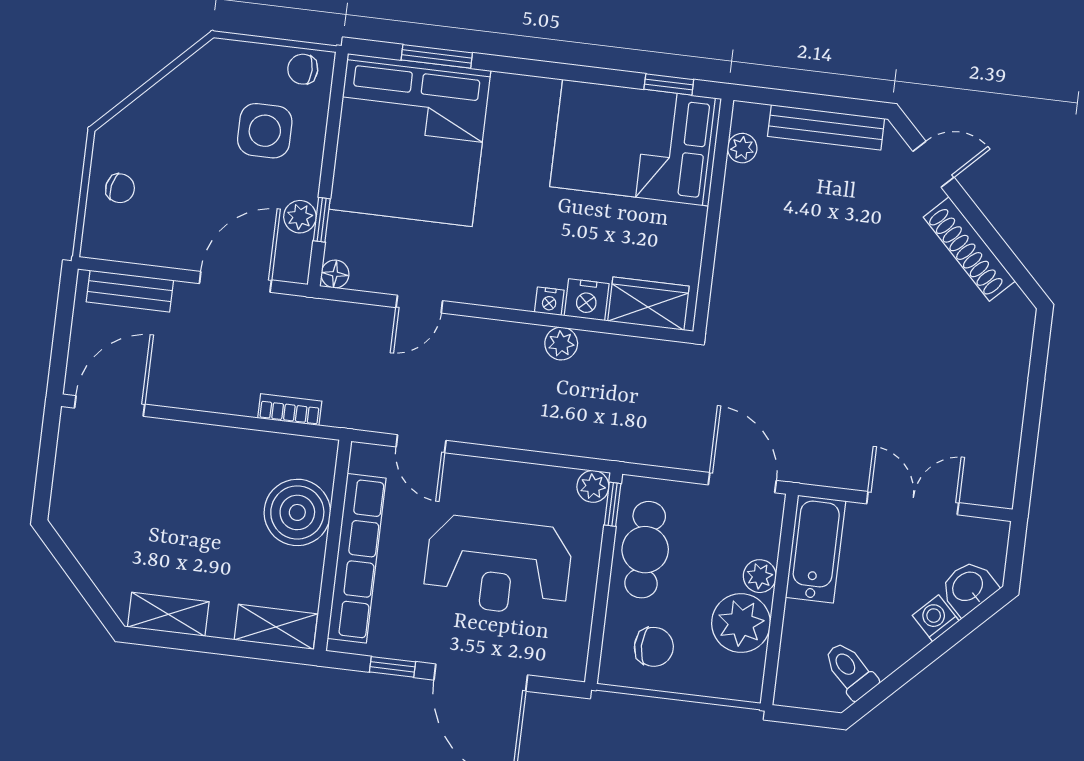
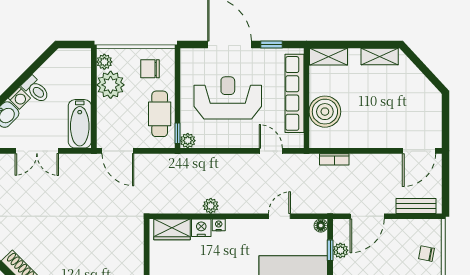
plant: (760, 576) -> (104, 62), moved
toilet: (850, 670) -> (36, 90), moved

